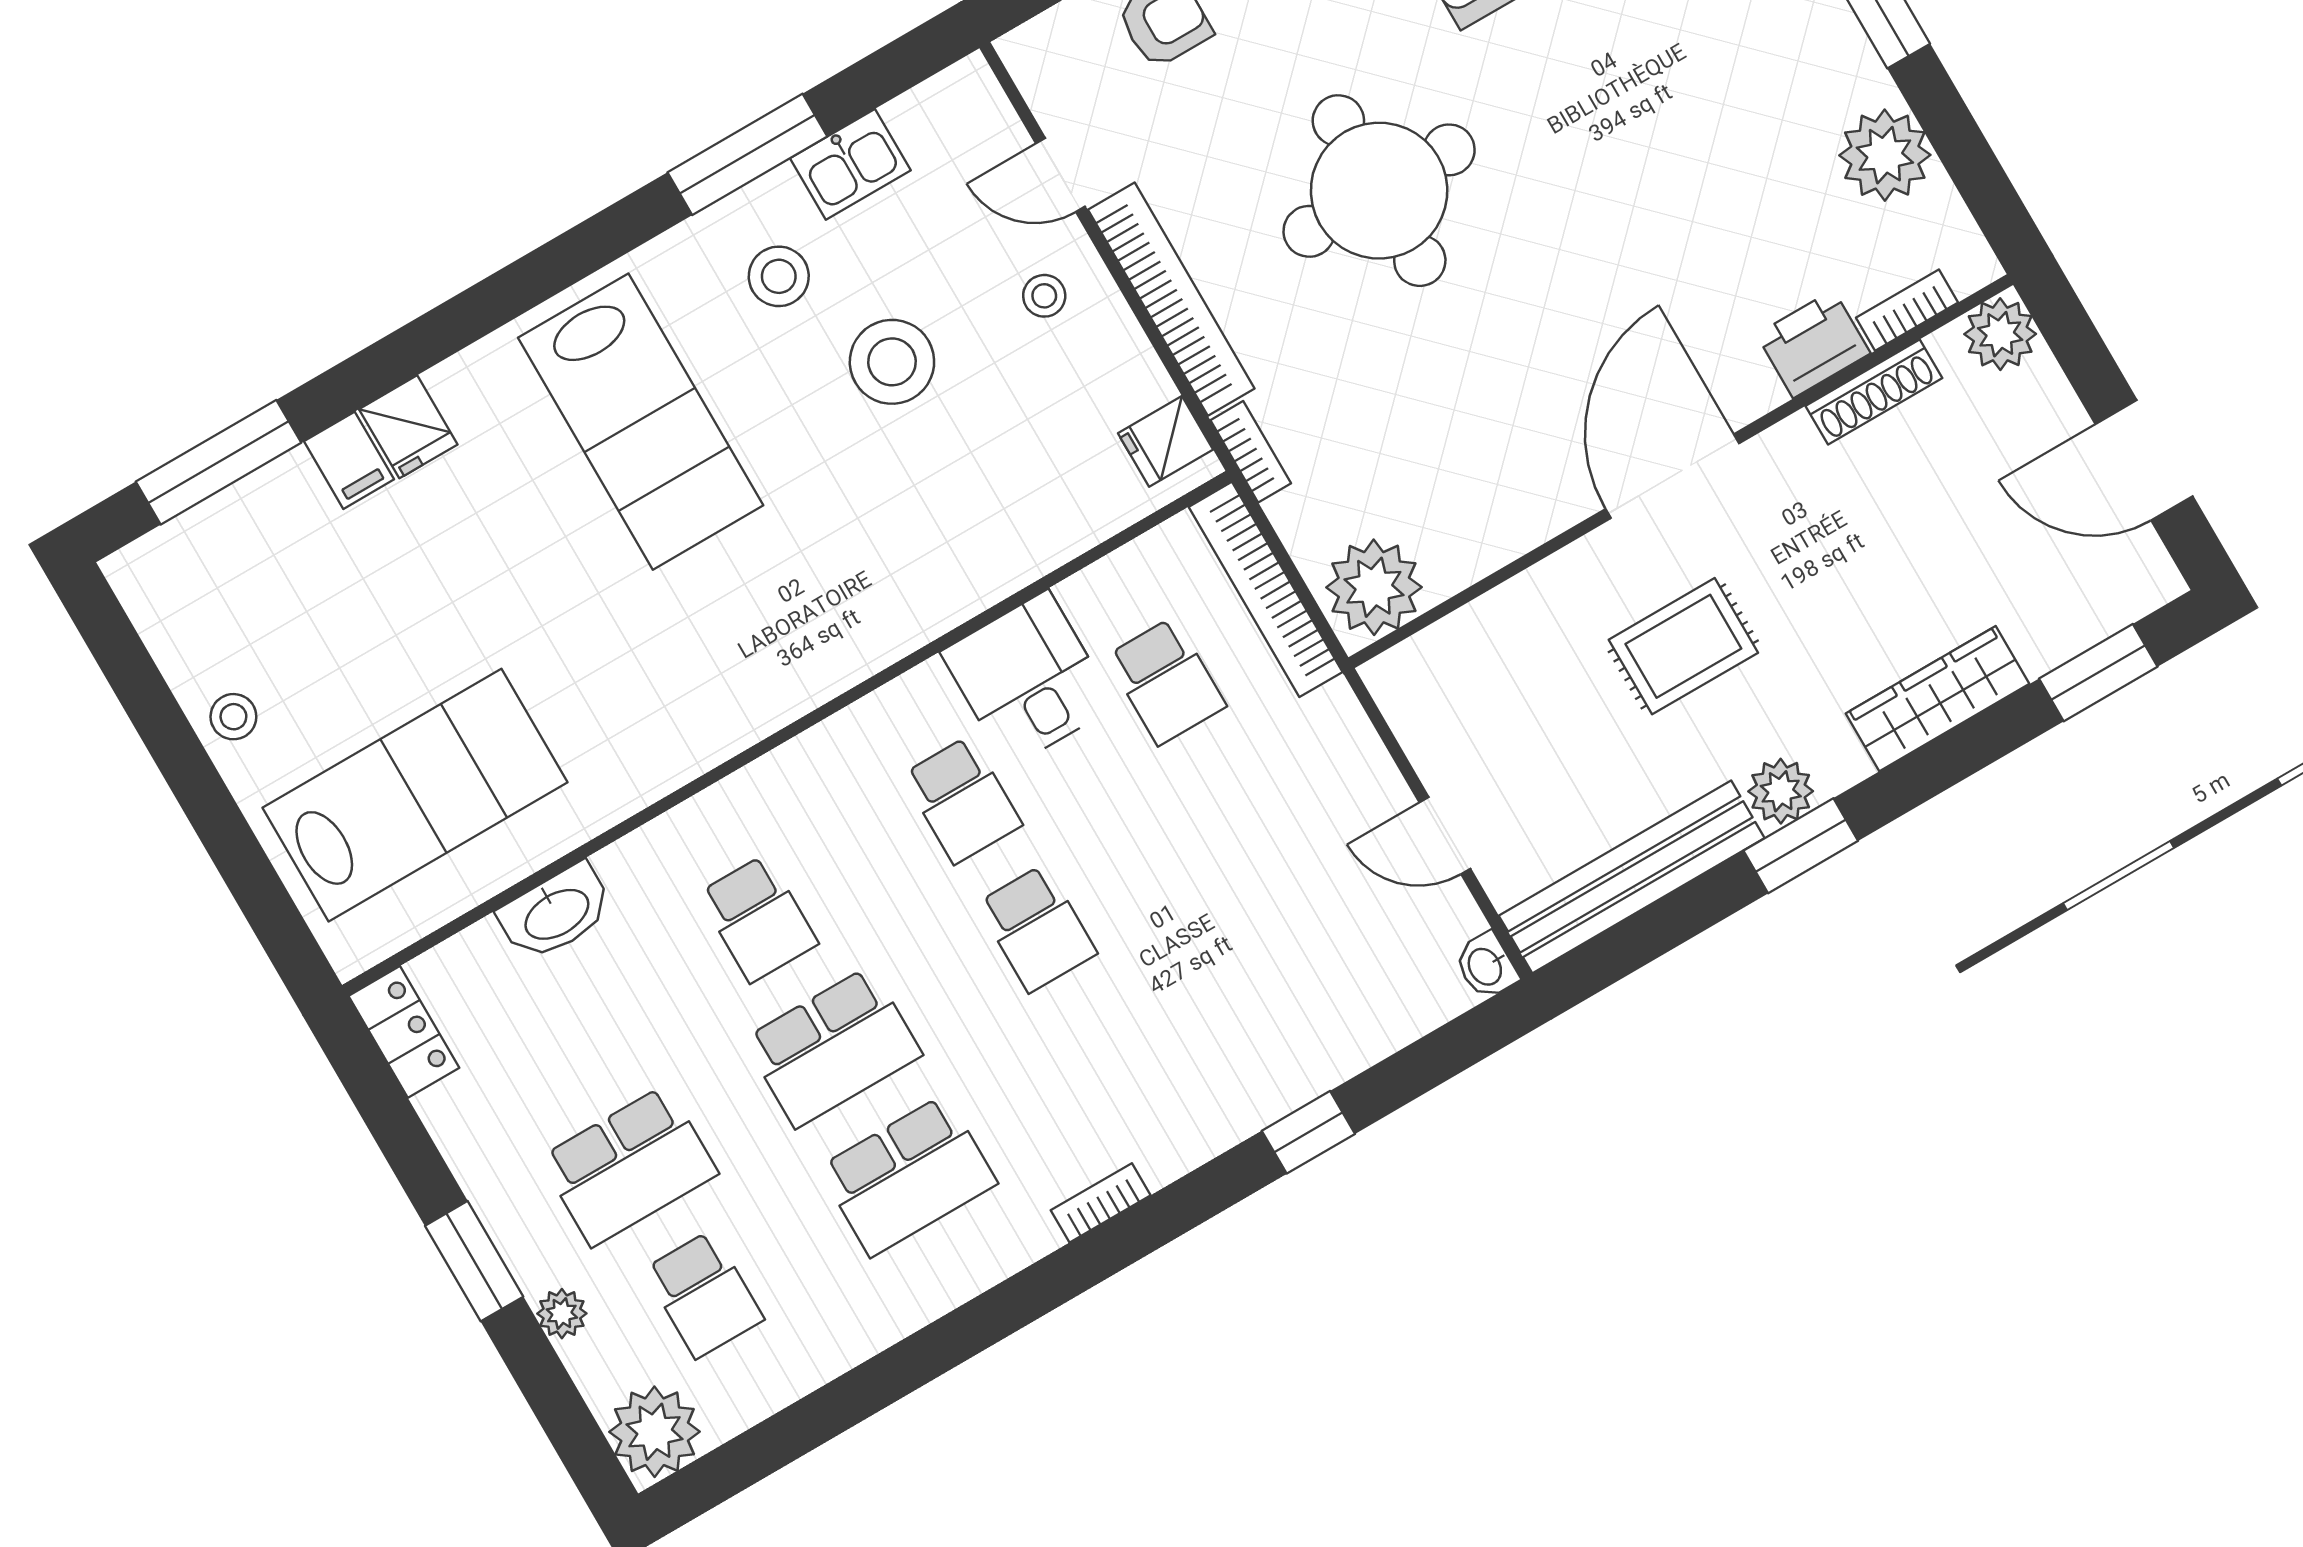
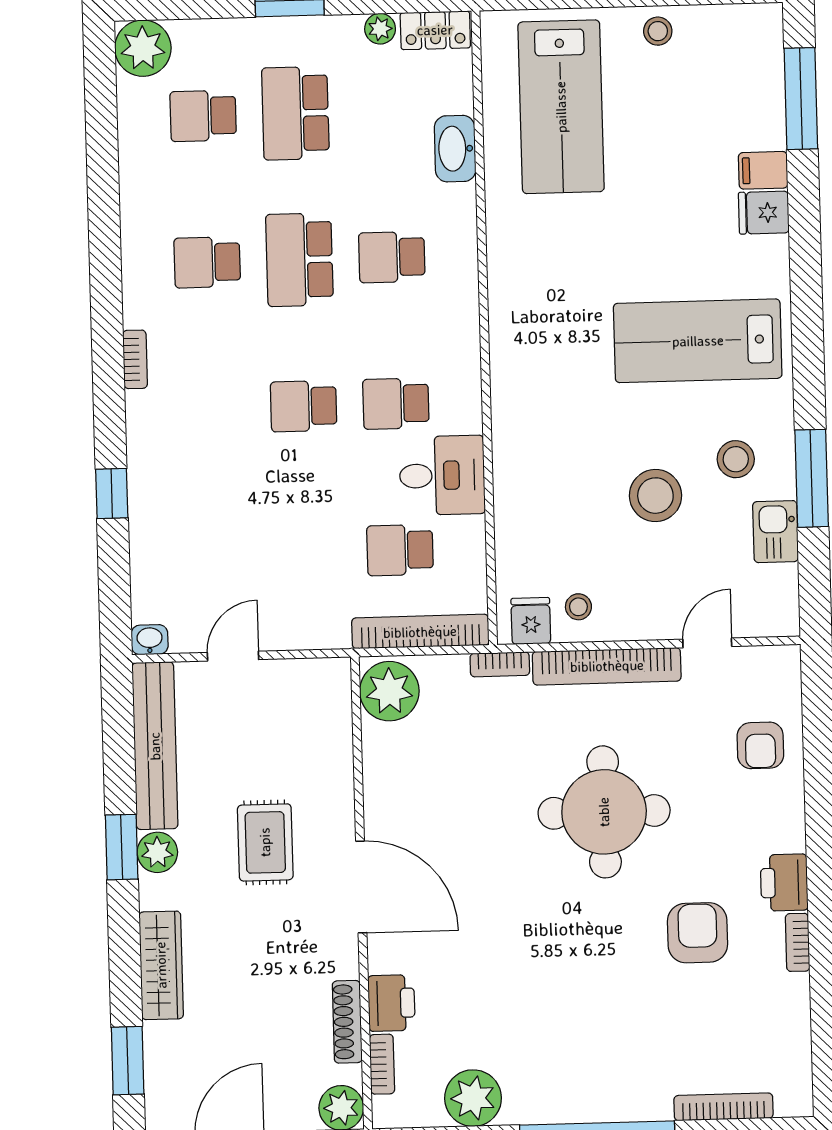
stool: (1044, 296) -> (578, 607), moved
school desk: (908, 1176) -> (207, 262), width x0.54
plant: (562, 1314) -> (380, 29), moved

